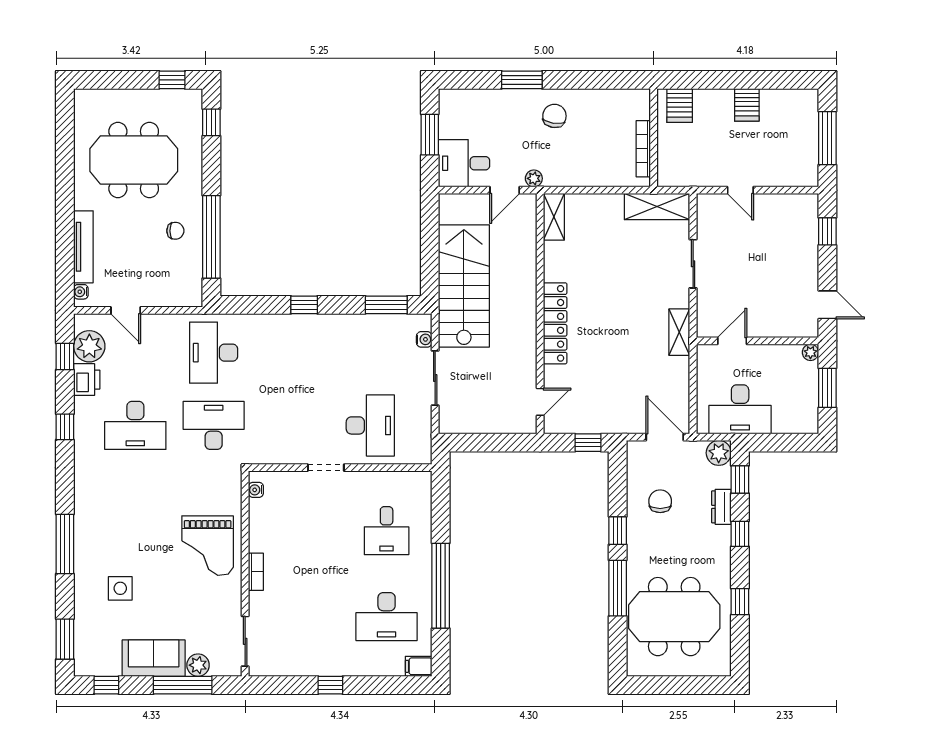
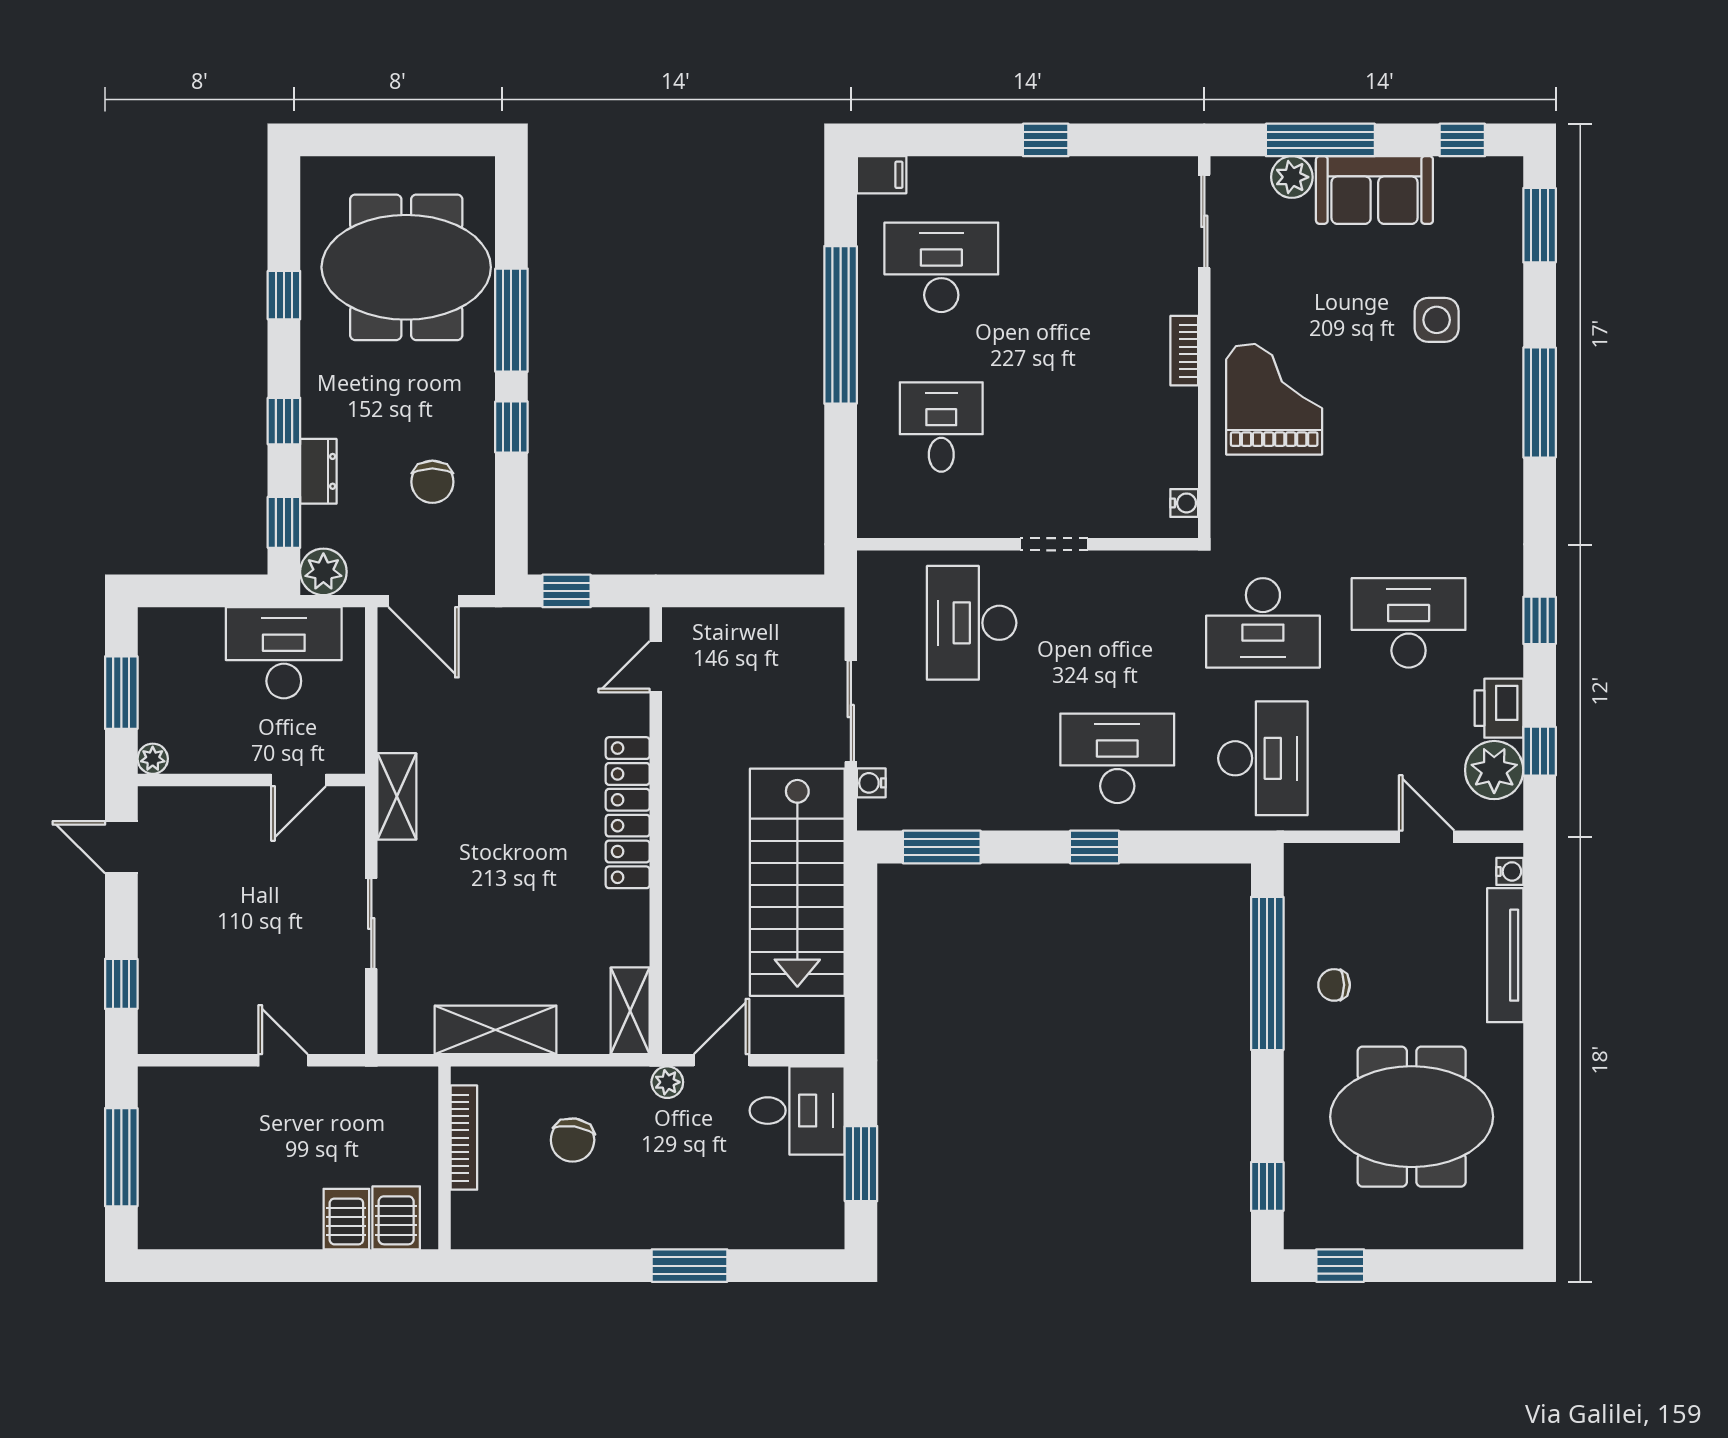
server rack: (747, 105) -> (346, 1219), moved
chair: (554, 116) -> (573, 1140), moved
shelving: (657, 207) -> (496, 1030), moved
desk: (292, 353) -> (1117, 758), added

